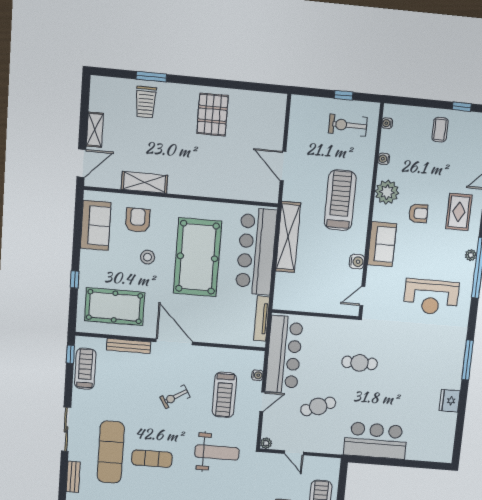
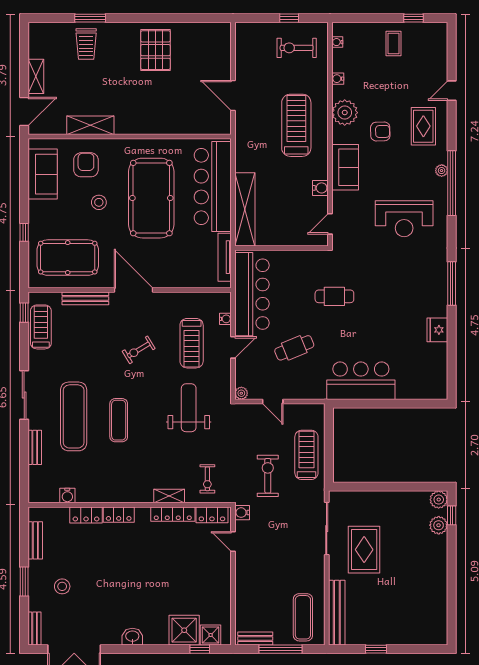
shelving: (288, 237) -> (245, 209), moved
weight bench: (217, 452) -> (189, 408), turned -90
exercise mat: (152, 459) -> (119, 420), turned 90

